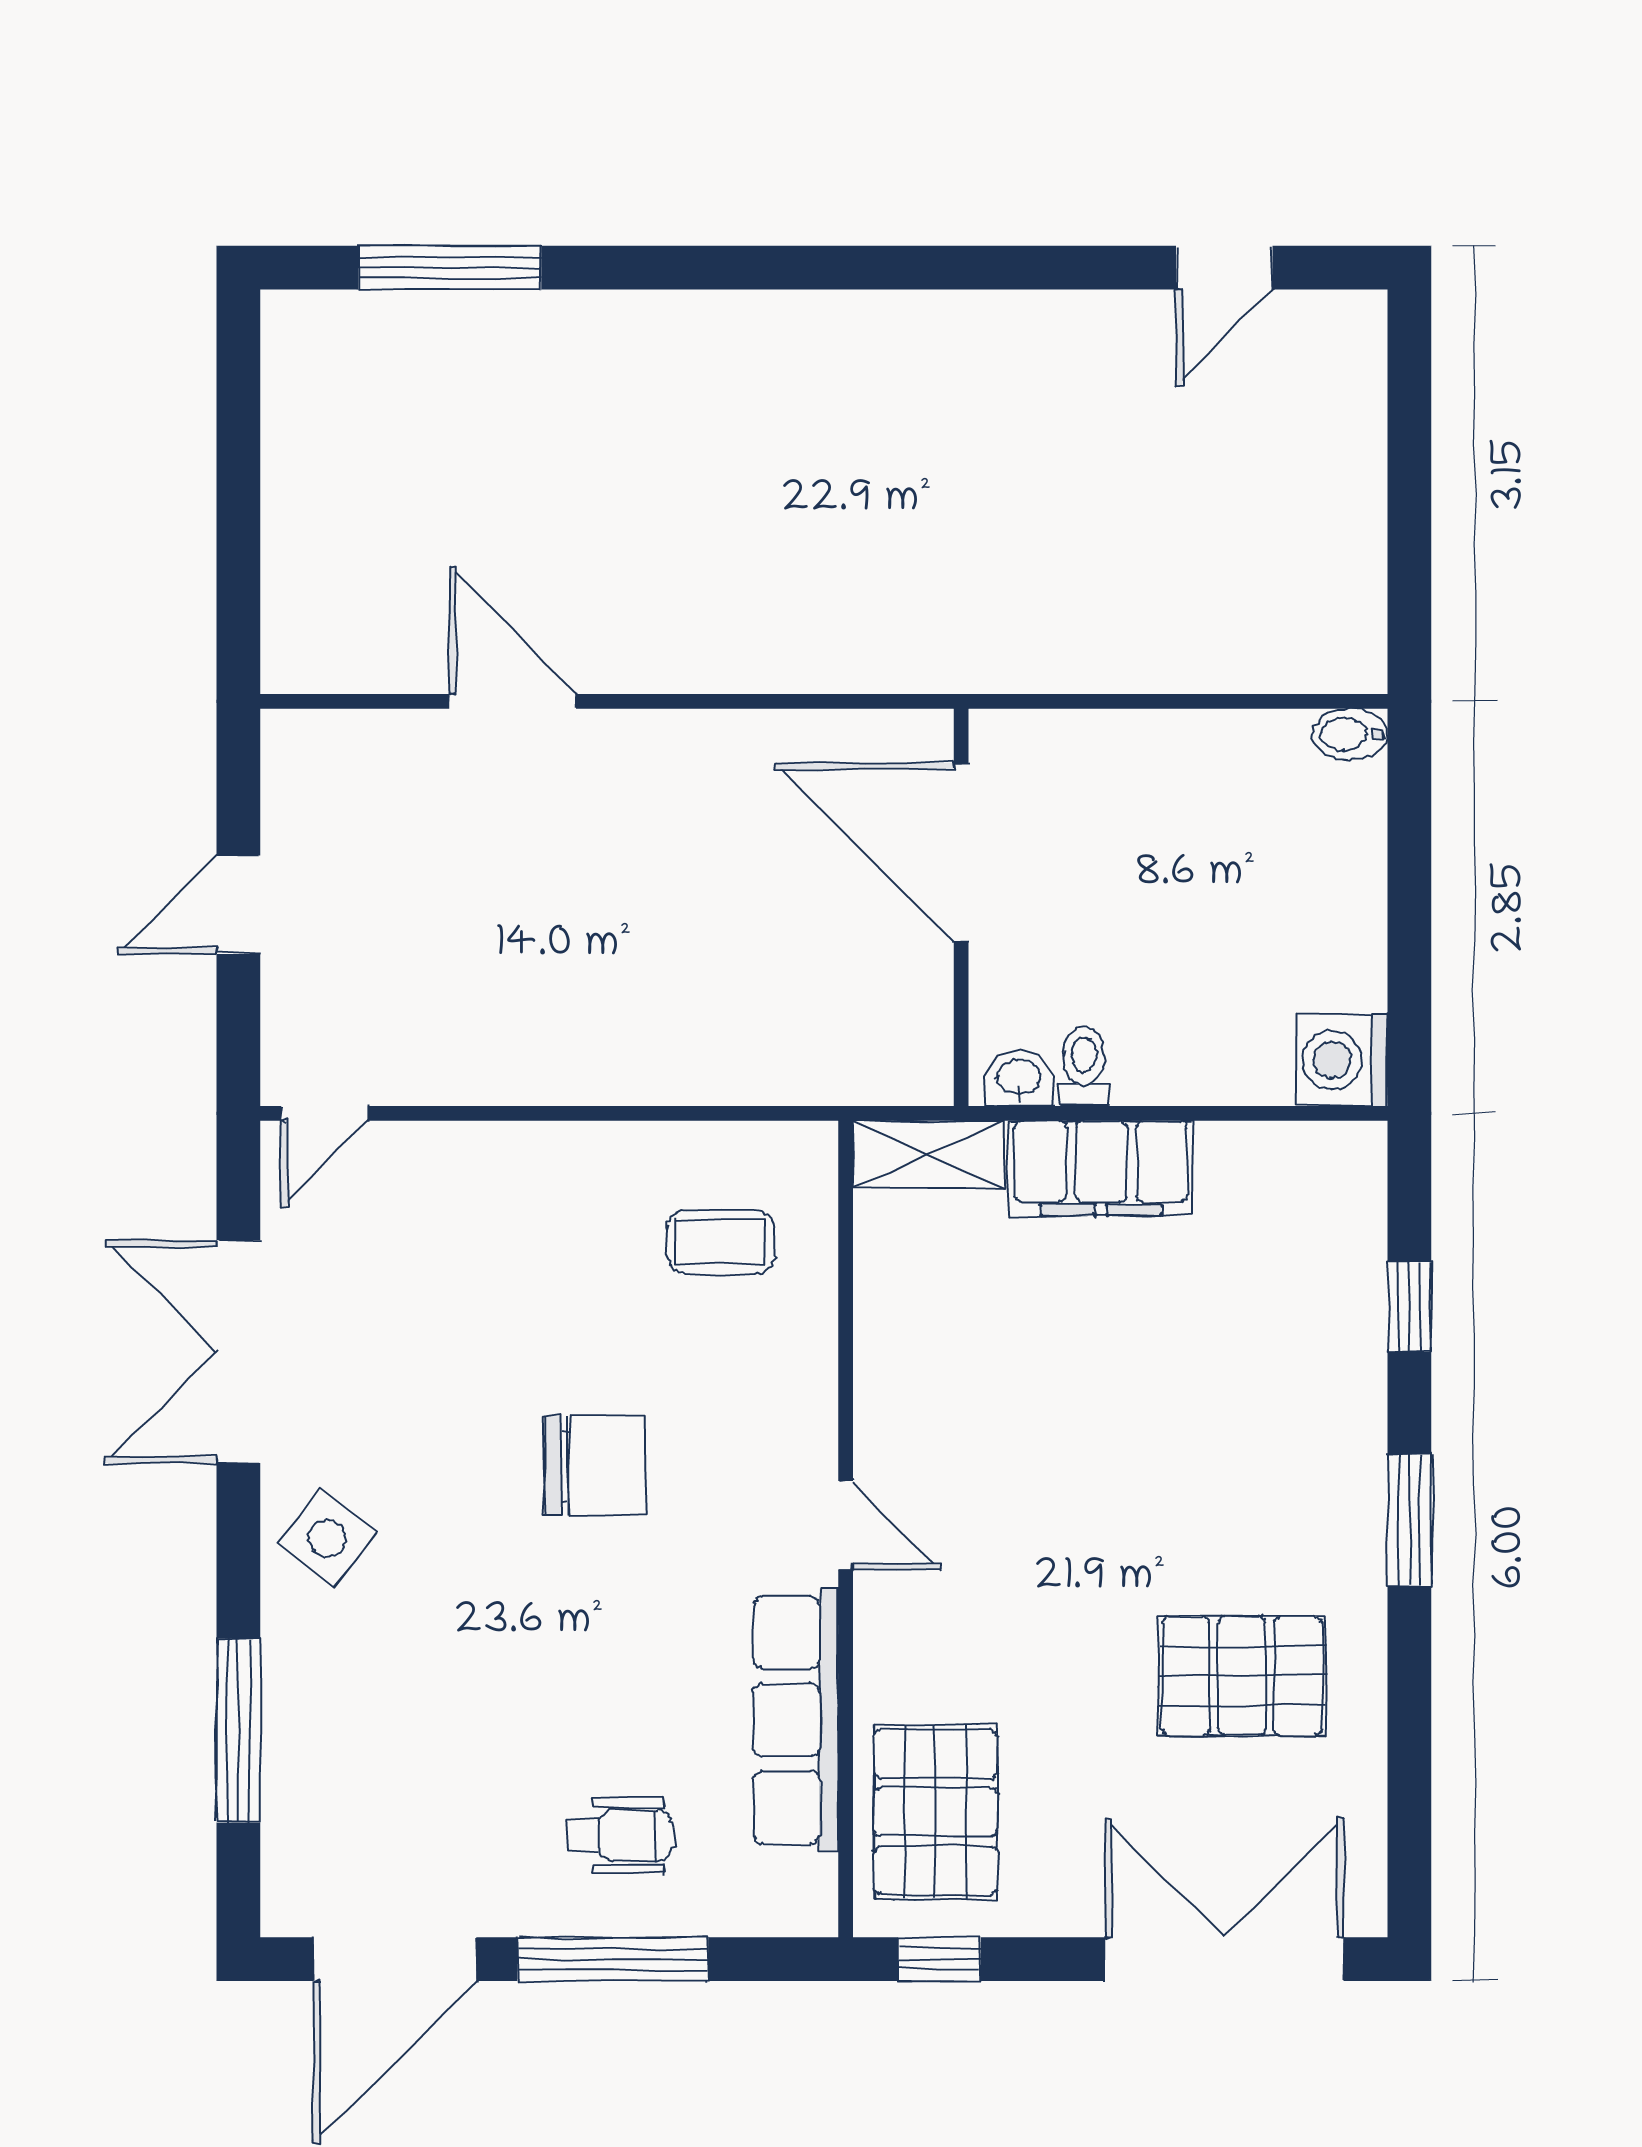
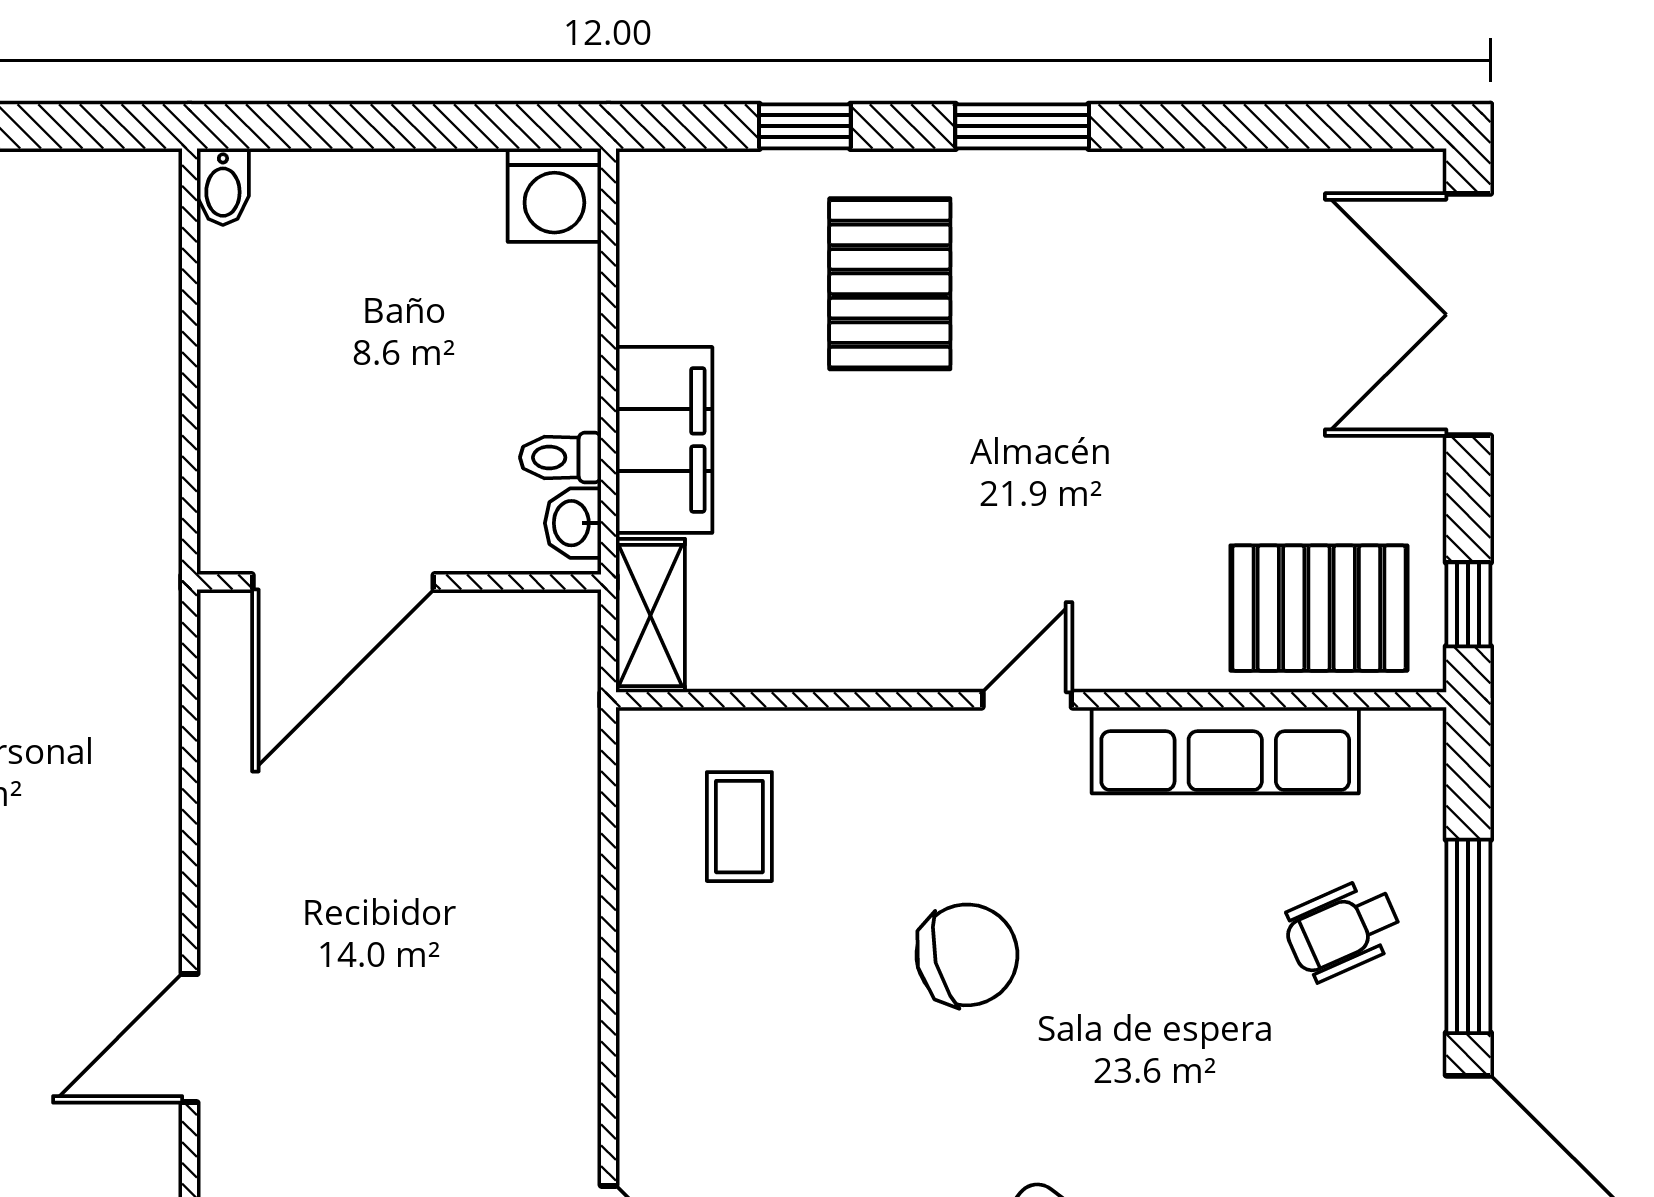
chair: (595, 1466) -> (967, 955), turned 76
pallet: (1242, 1676) -> (890, 284), moved
wheelchair: (620, 1836) -> (1343, 929), turned -114

